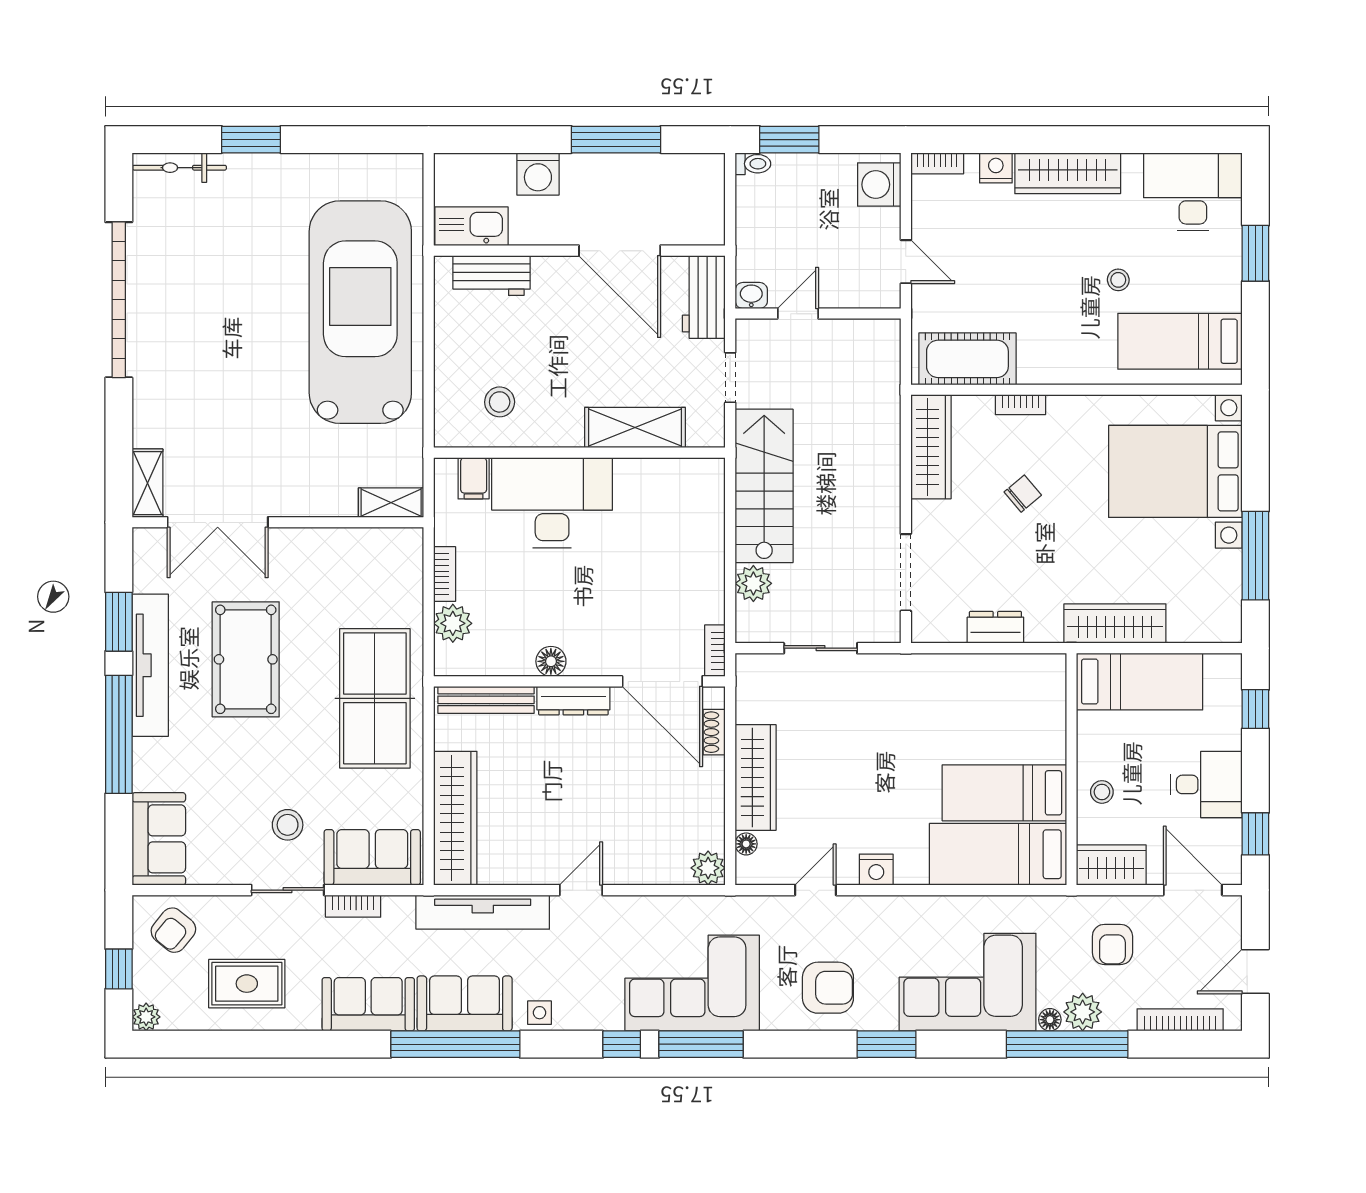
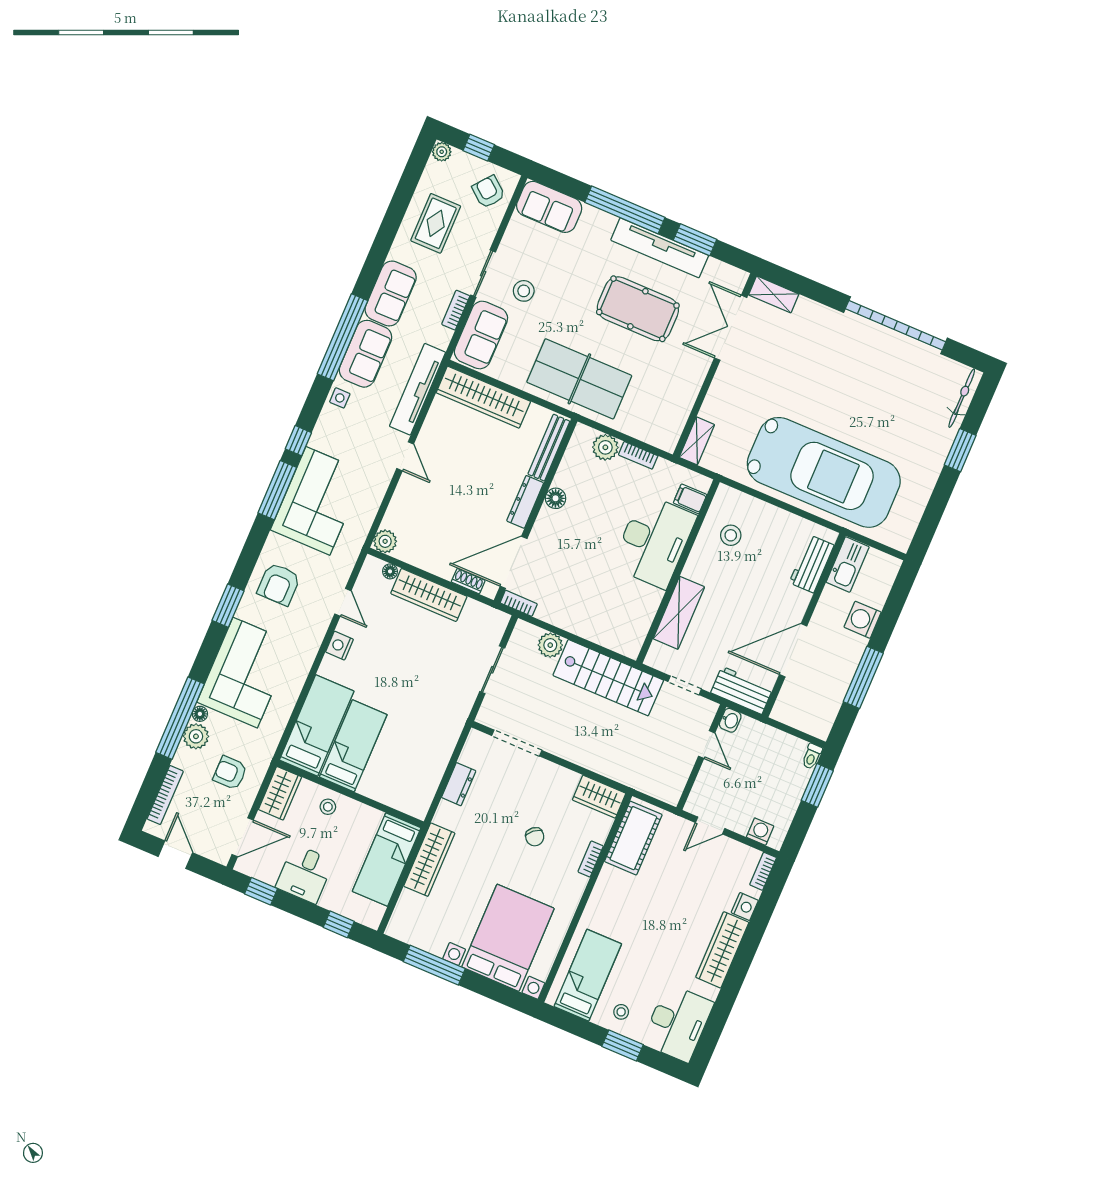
washing machine: (879, 185) -> (760, 832), width x0.73, depth x0.73
stool: (1118, 280) -> (621, 1012), moved
wardrobe: (931, 447) -> (599, 797), width x0.67

